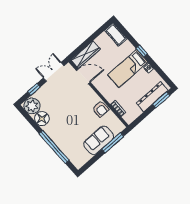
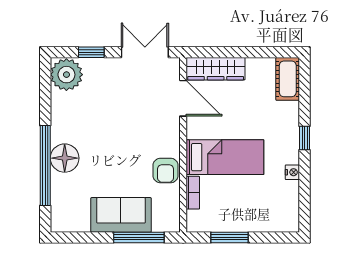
bed: (128, 68) -> (225, 157), moved, turned 180
dresser: (152, 97) -> (260, 221), removed
window: (161, 100) -> (230, 237), moved
floor lamp: (42, 119) -> (65, 158), moved

